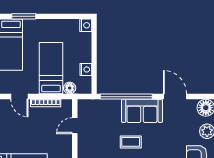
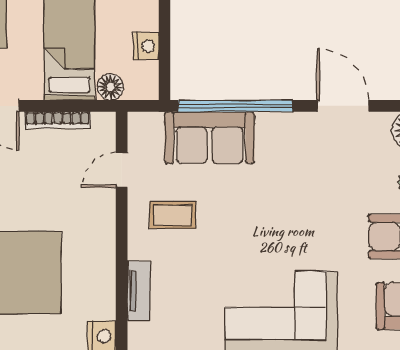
sofa: (142, 111) -> (210, 138), moved
coffee table: (131, 142) -> (173, 215), moved

